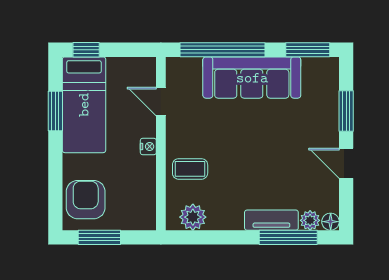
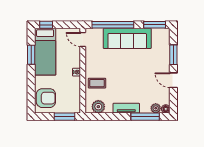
door: (161, 102) -> (83, 40), moved
armchair: (86, 200) -> (46, 98), turned 90
tv unit: (271, 220) -> (126, 108), moved
window: (99, 237) -> (65, 117), moved

